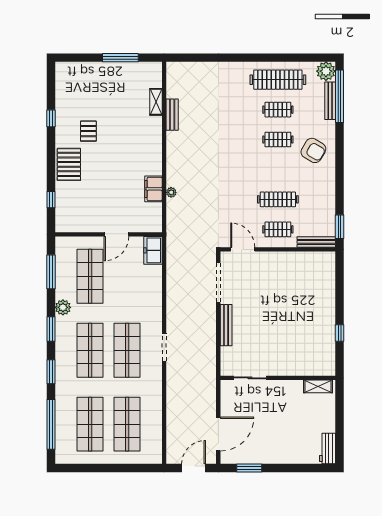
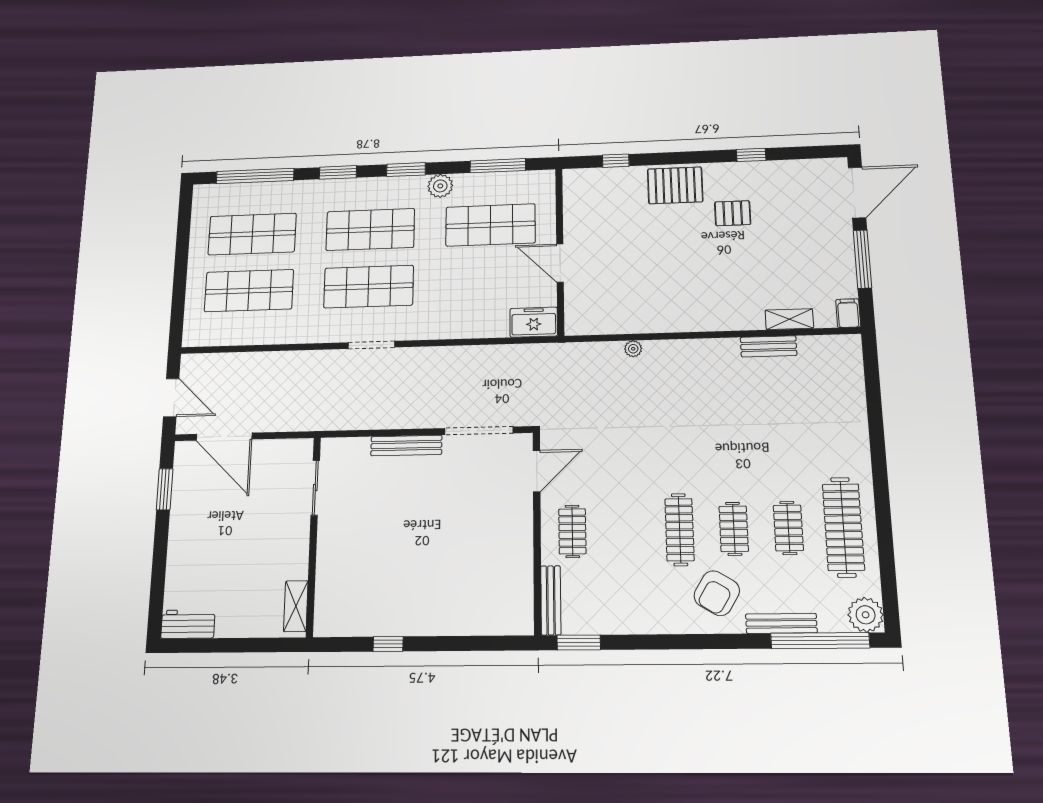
door: (78, 58) -> (857, 192), added
bench: (330, 101) -> (781, 623), moved
filing cabinet: (153, 189) -> (848, 313), moved, width x0.50
clothes rail: (278, 199) -> (680, 530), moved

